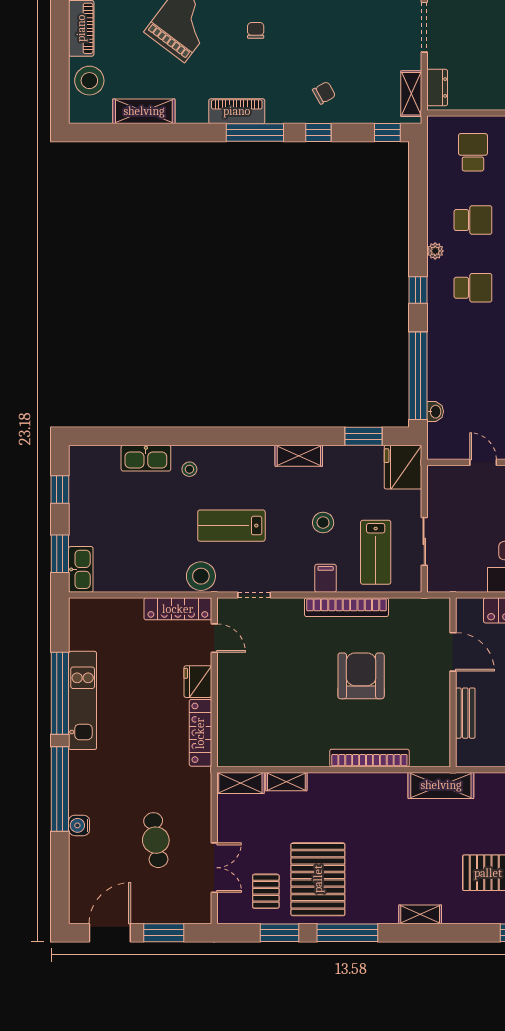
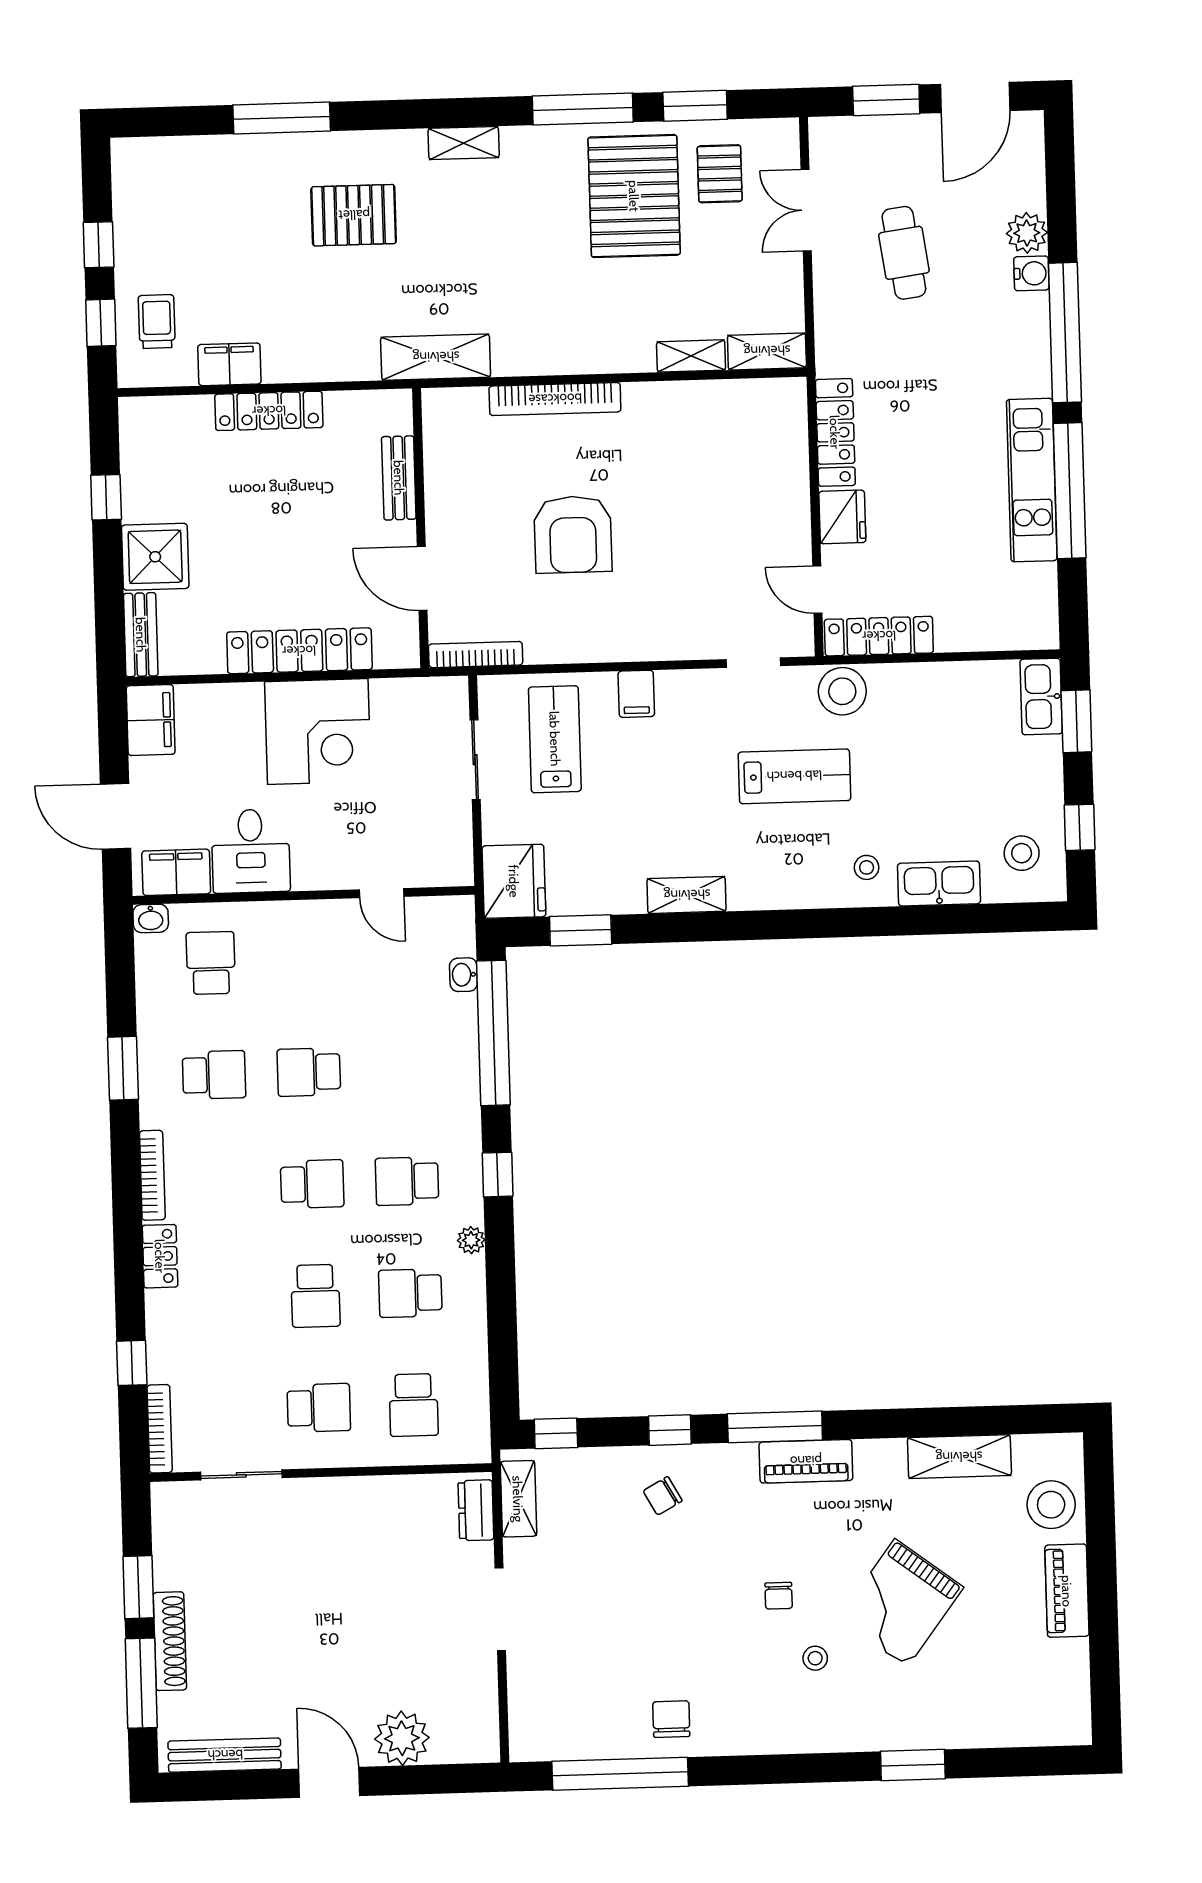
stool: (323, 523) -> (1022, 853), moved
bookcase: (346, 607) -> (476, 655), moved, width x0.68, depth x0.76
plant: (81, 850) -> (1027, 233), added

